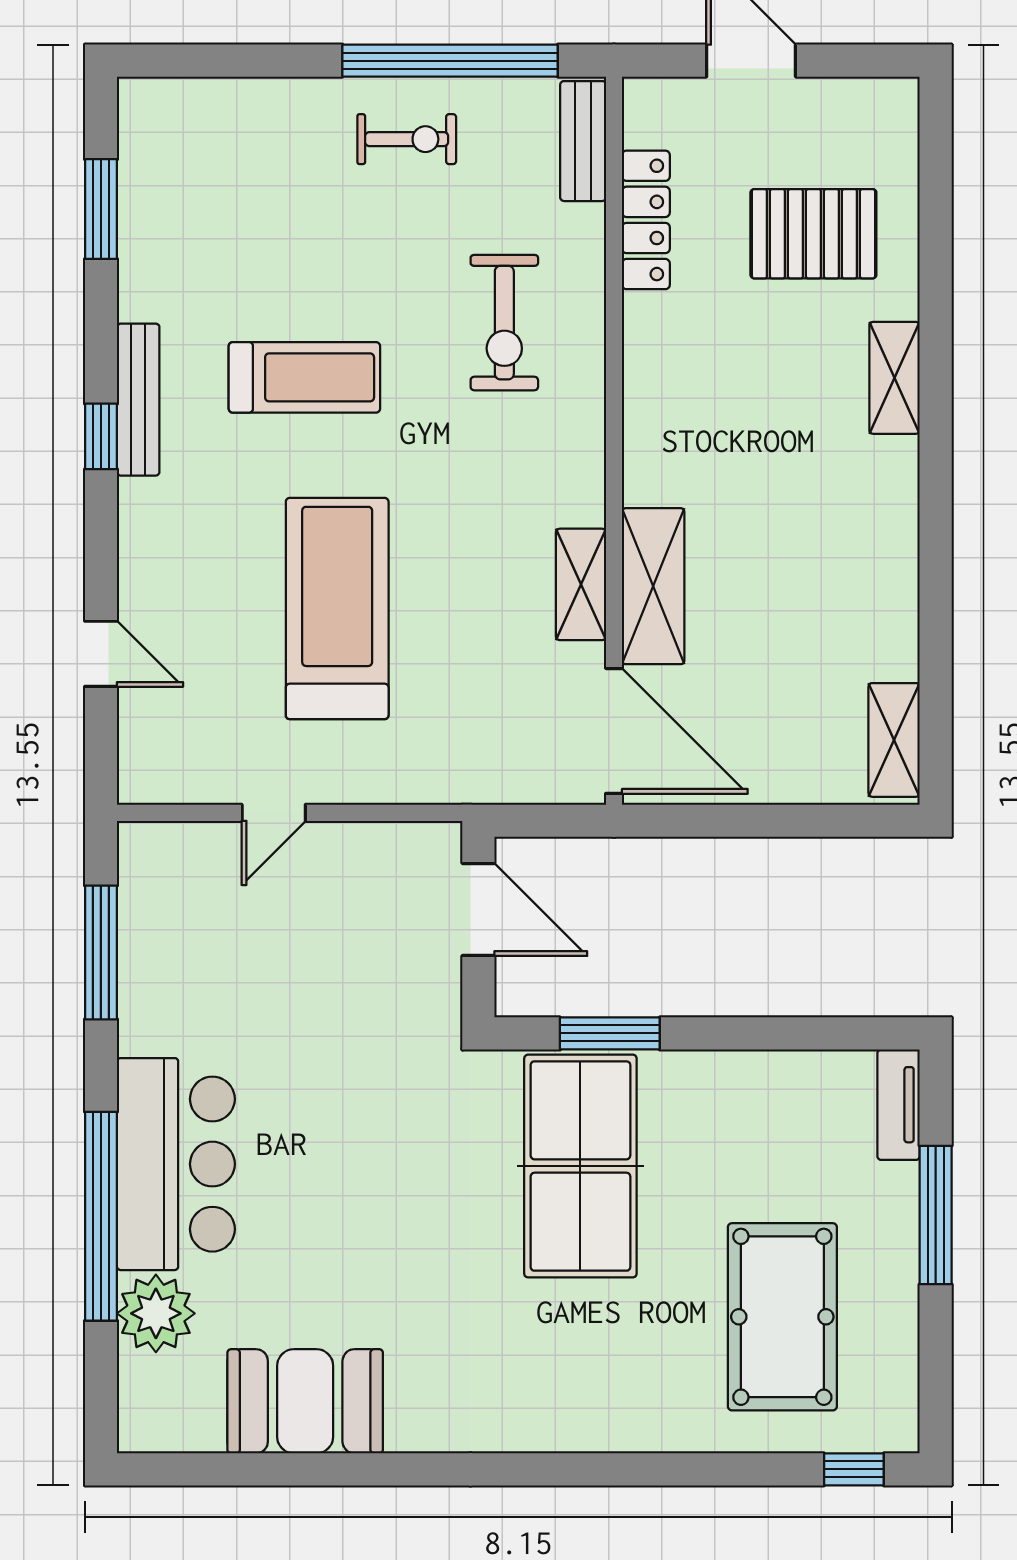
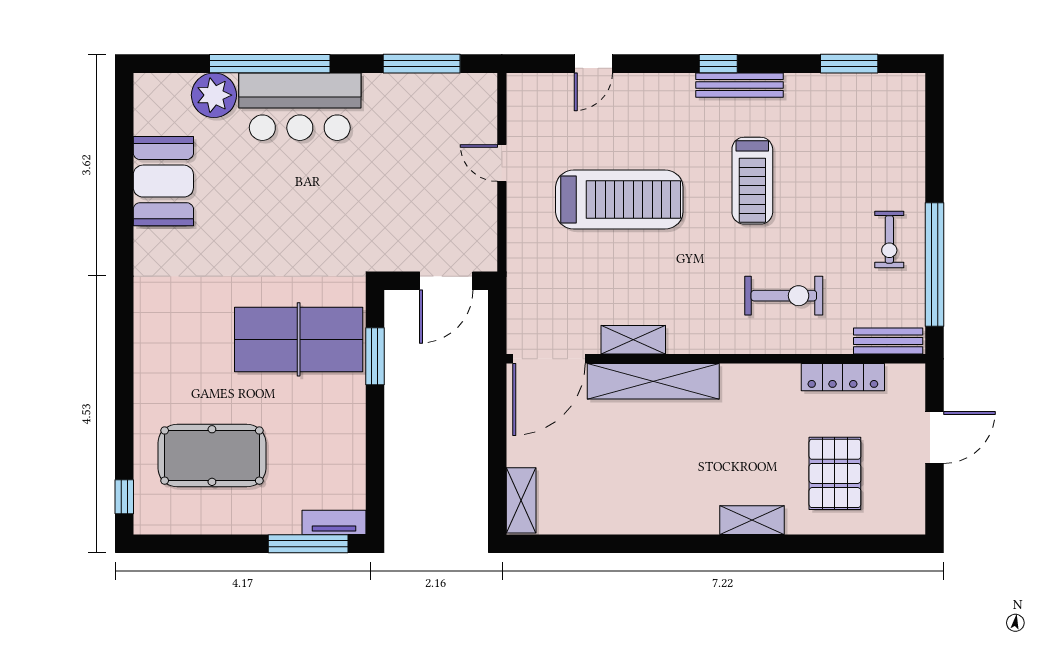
exercise bike: (504, 323) -> (784, 296), turned 180
shelving: (653, 586) -> (653, 381), width x1.47
shelving: (894, 740) -> (521, 500), moved, turned 90
window: (936, 1215) -> (308, 544), moved

